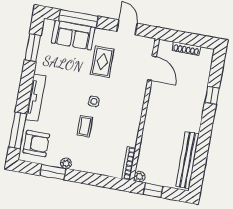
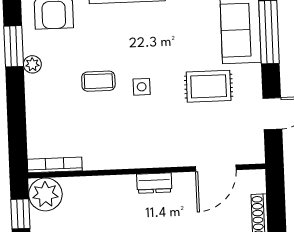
dresser: (153, 107) -> (154, 183), added
plant: (139, 177) -> (45, 194), width x1.87, depth x1.87

